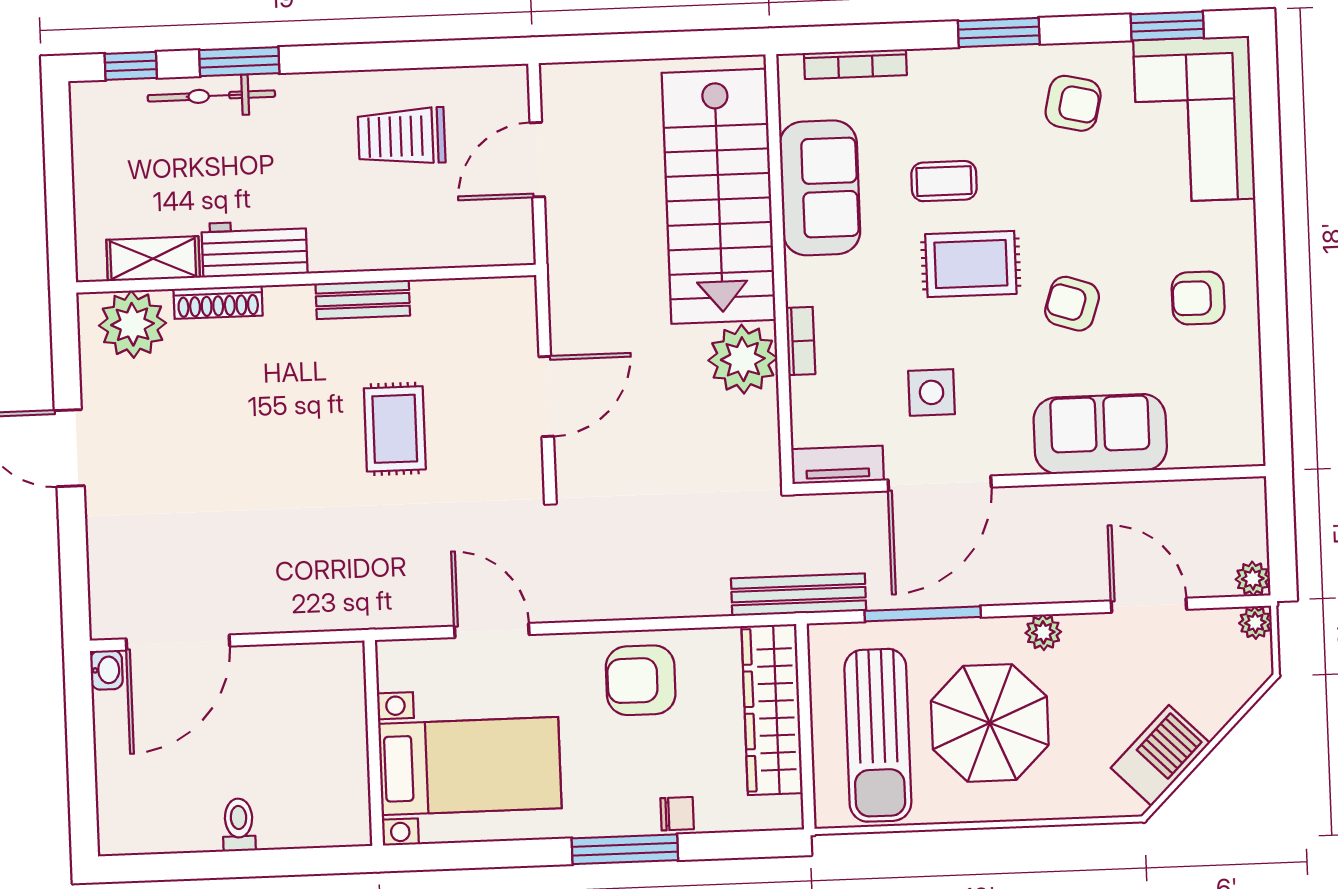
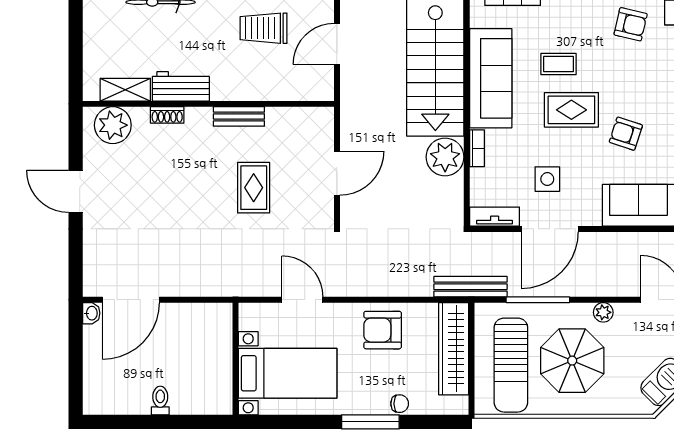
sofa: (820, 188) -> (491, 78), width x1.36
shoe rack: (218, 302) -> (167, 115), width x0.70

